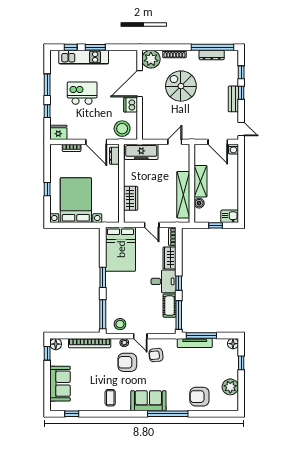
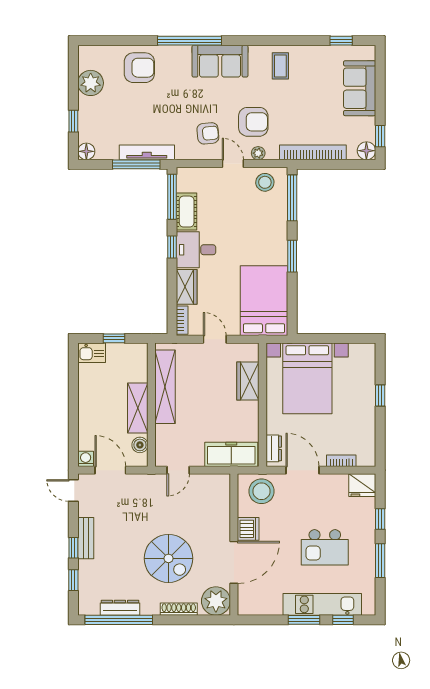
bed with nightstands: (76, 200) -> (307, 378), moved
boiler: (199, 203) -> (140, 445), moved

